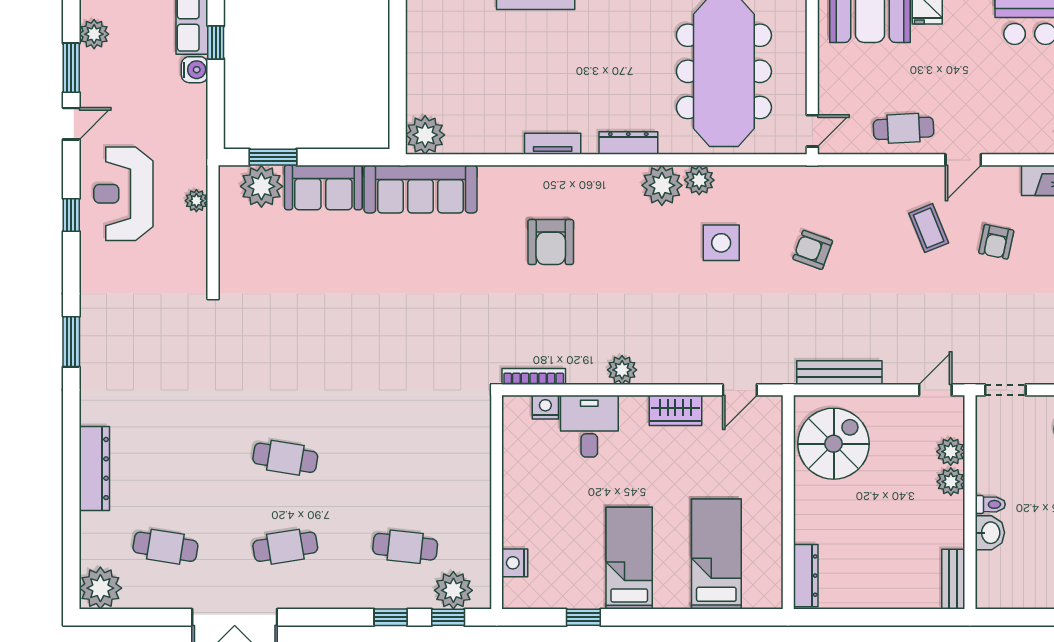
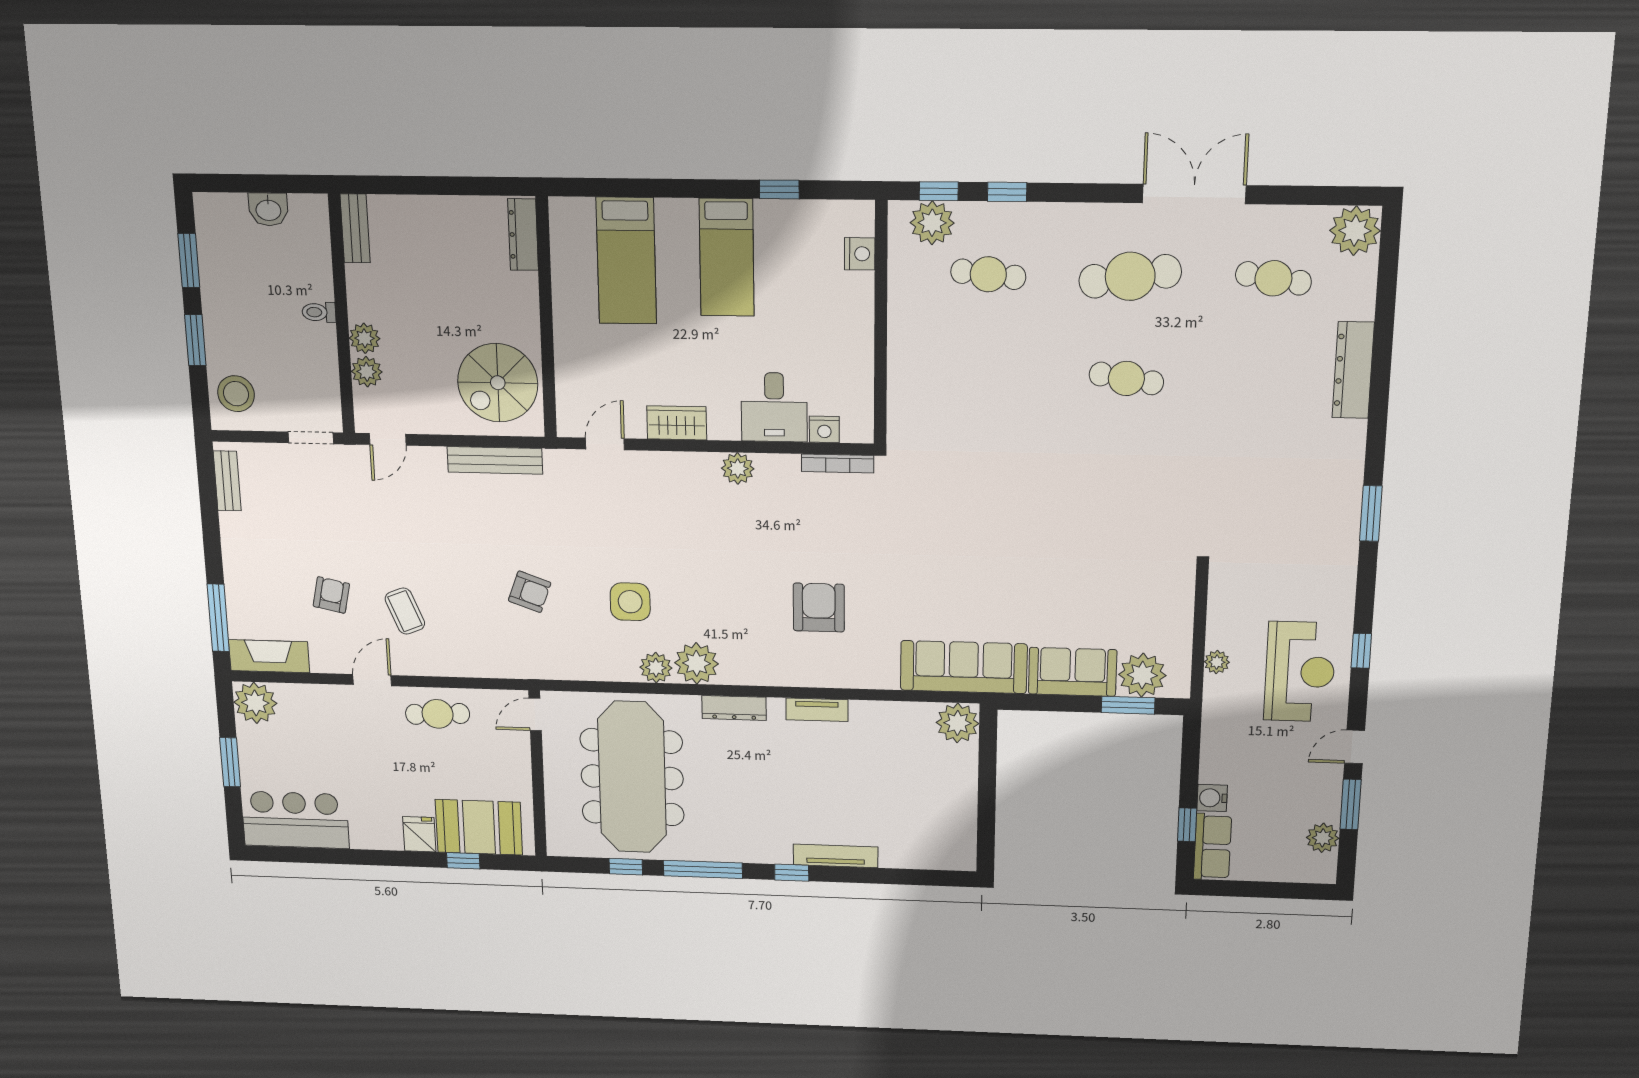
washbasin: (990, 533) -> (268, 209), moved, turned -90
cafe table: (285, 547) -> (1130, 276), width x1.37, depth x1.35

